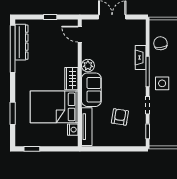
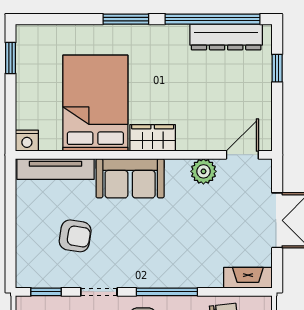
window: (50, 17) -> (277, 68), moved
fireplace: (141, 57) -> (248, 278), moved
plant: (88, 66) -> (203, 171), moved
window: (13, 113) -> (126, 19), moved
nightstand: (73, 130) -> (27, 141), moved

